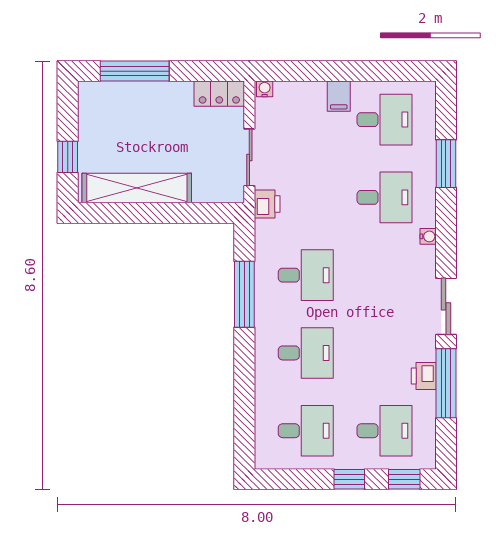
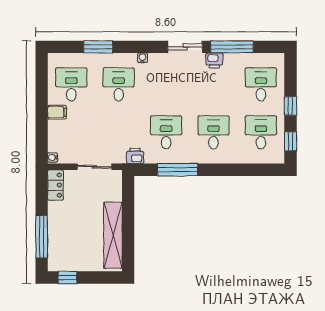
window: (68, 157) -> (67, 278), moved
printer: (267, 204) -> (135, 156), moved
printer: (424, 376) -> (214, 61), moved
window: (404, 479) -> (290, 141), moved

